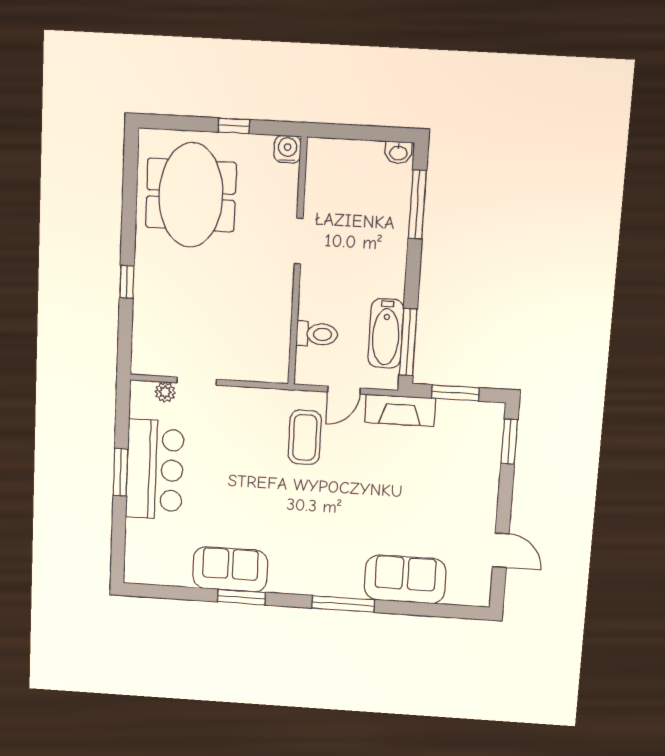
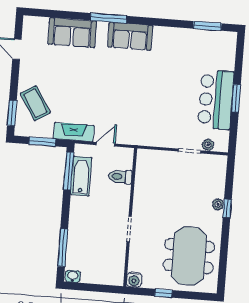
plant: (143, 288) -> (218, 204), added
coffee table: (305, 437) -> (35, 103), moved, turned -32
sofa: (230, 569) -> (130, 36), moved
window: (241, 597) -> (207, 26), moved

